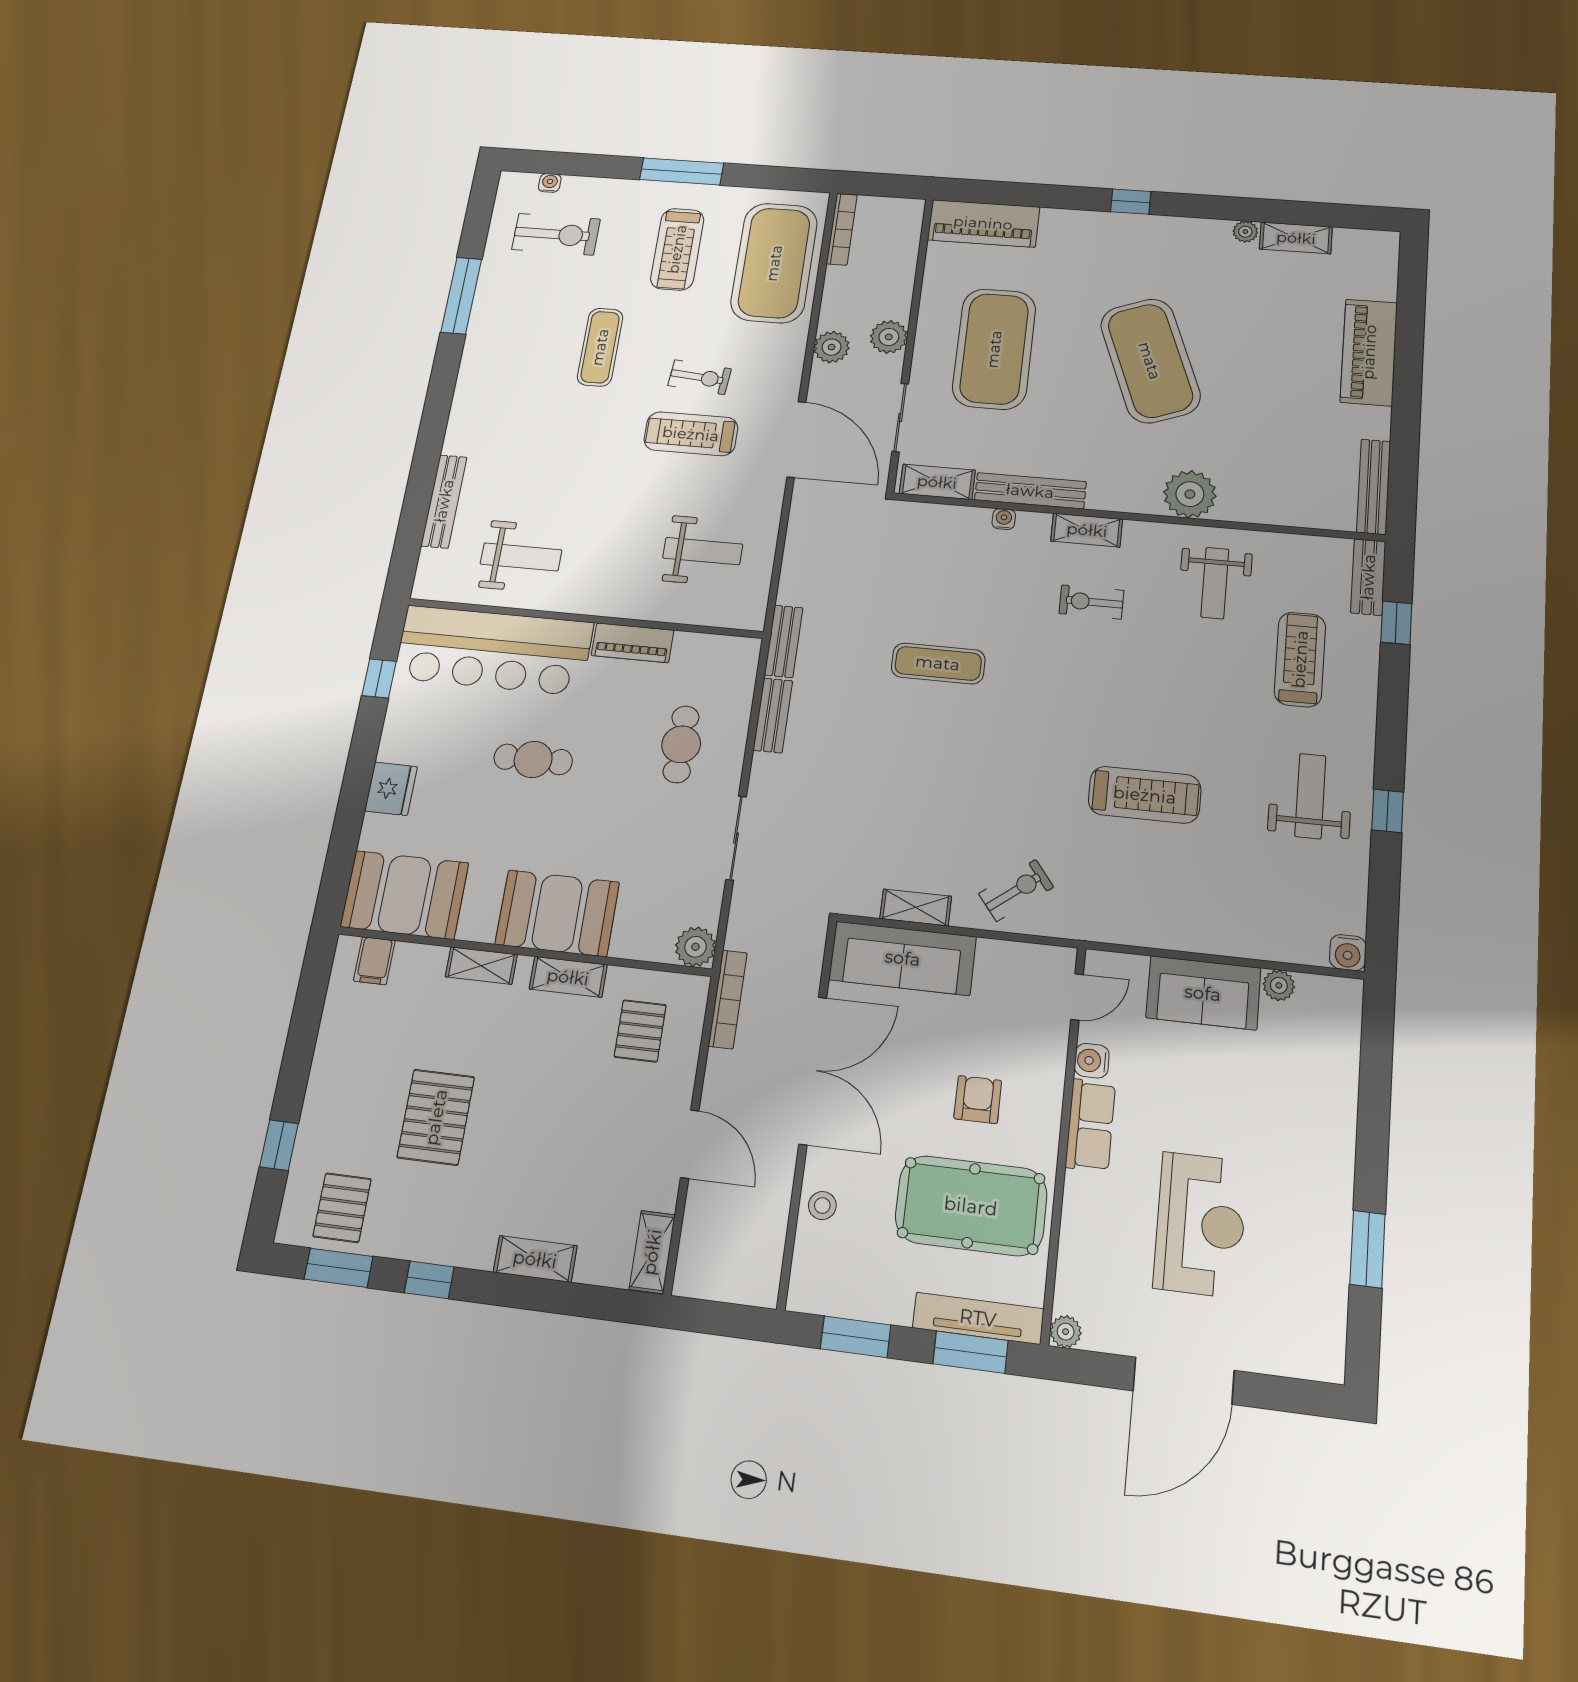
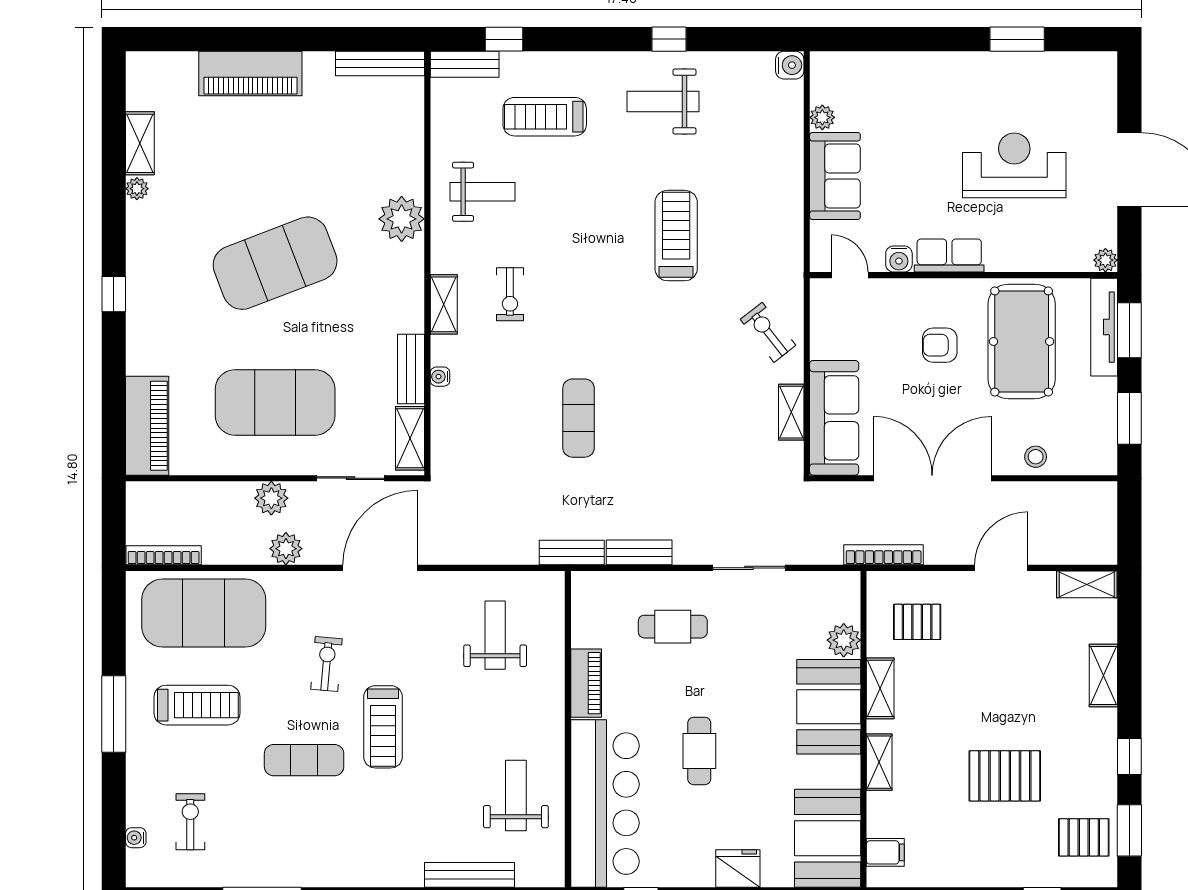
exercise bike: (556, 234) -> (190, 822), width x0.73, depth x0.72
treadmill: (691, 434) -> (383, 727), moved
bench: (1030, 491) -> (411, 369), width x0.73
plant: (695, 947) -> (844, 640), moved

